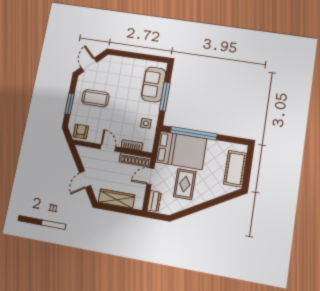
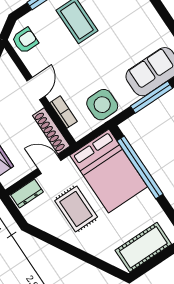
side table: (146, 123) -> (102, 105), width x1.87, depth x1.87
rug: (185, 184) -> (76, 209), turned 90

